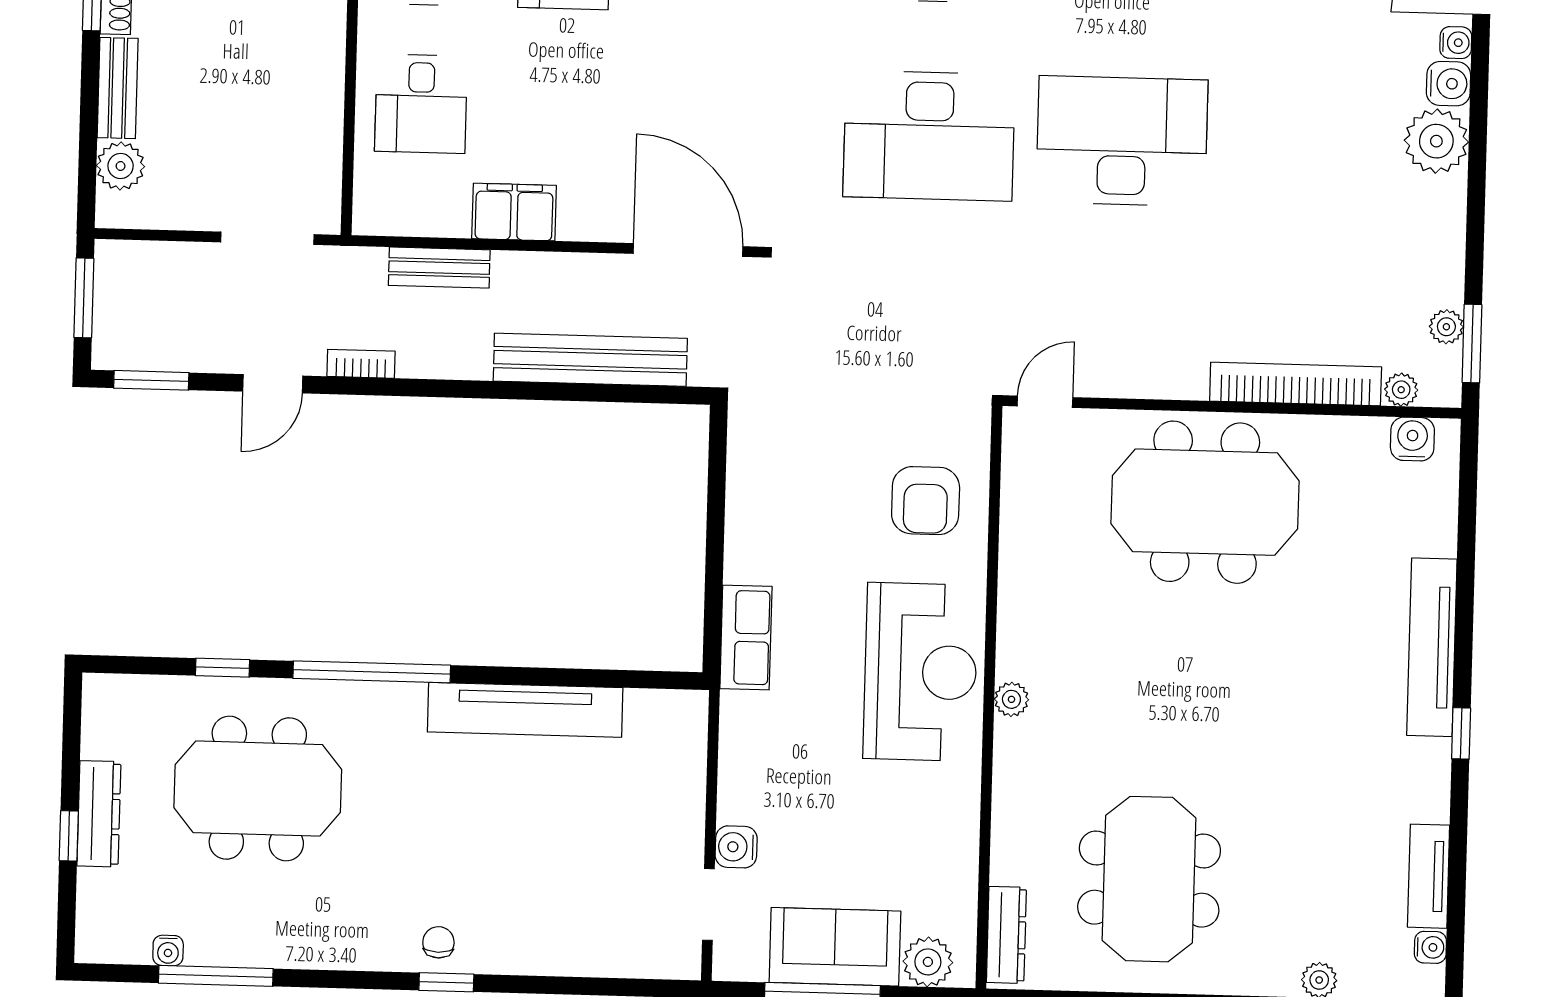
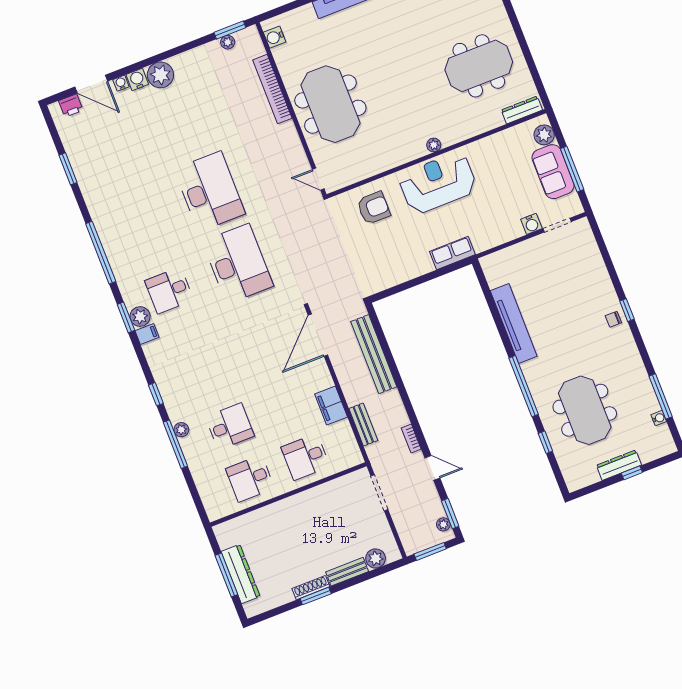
desk: (421, 104) -> (306, 457), turned 180
desk: (1122, 141) -> (210, 191), turned 180
plant: (1401, 390) -> (443, 524), moved

